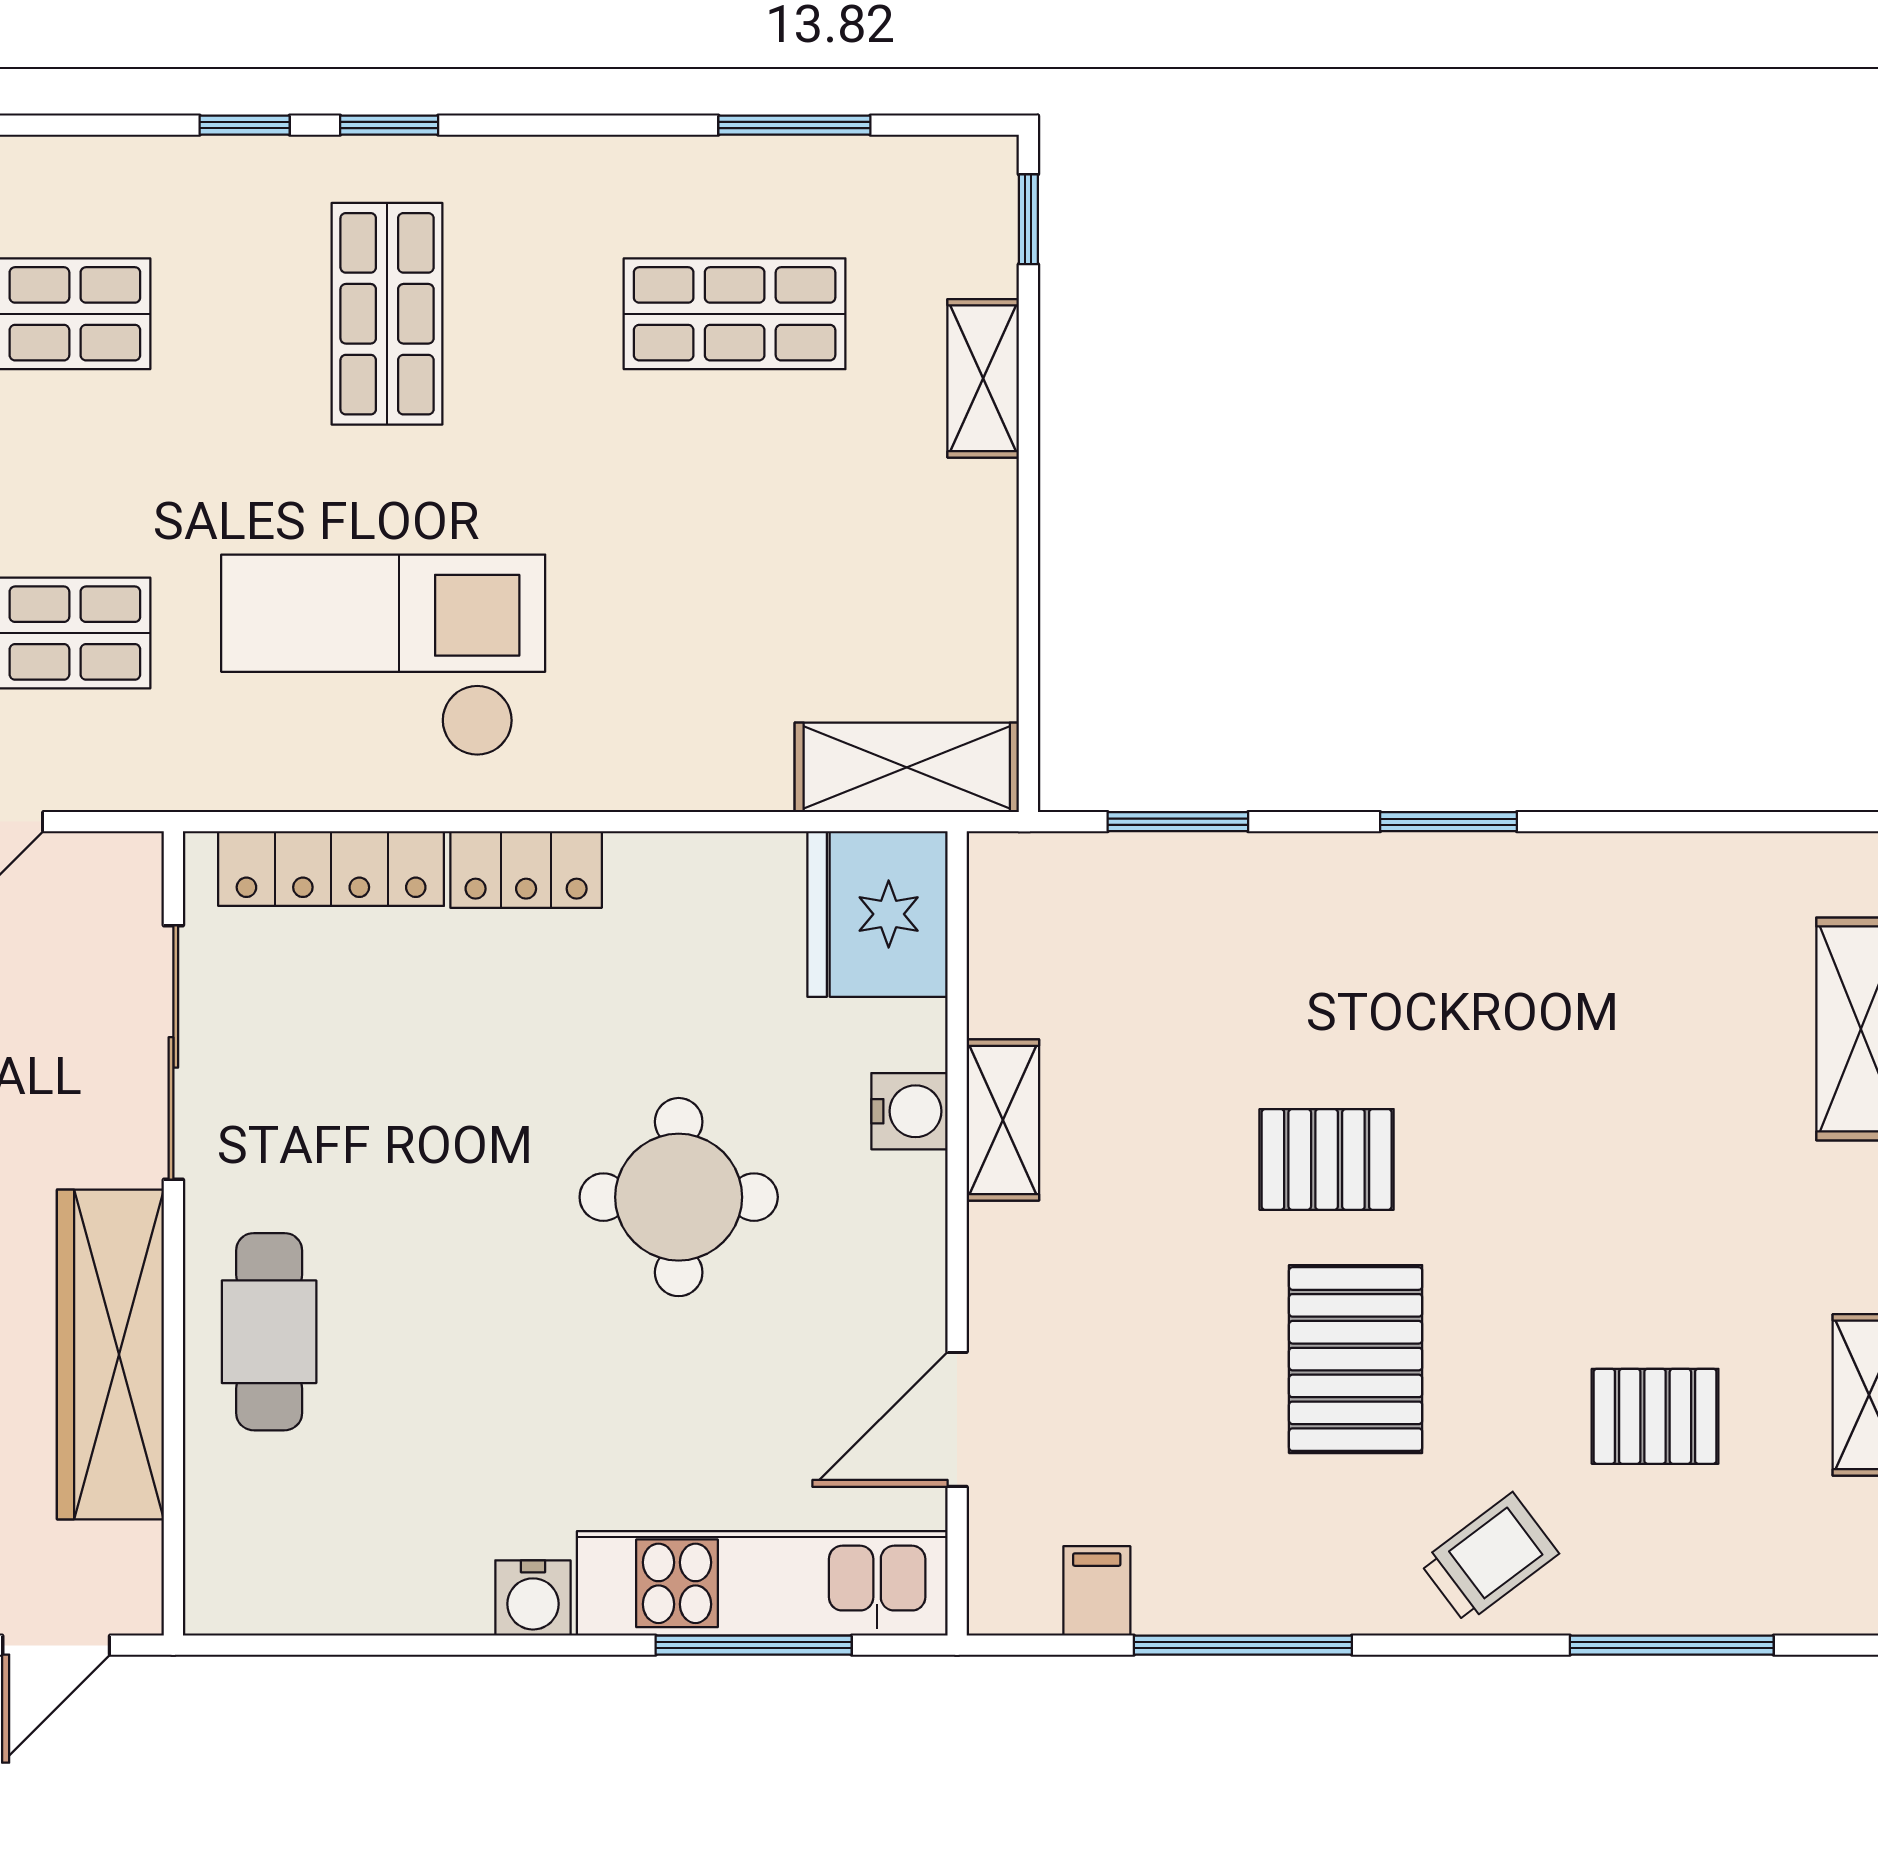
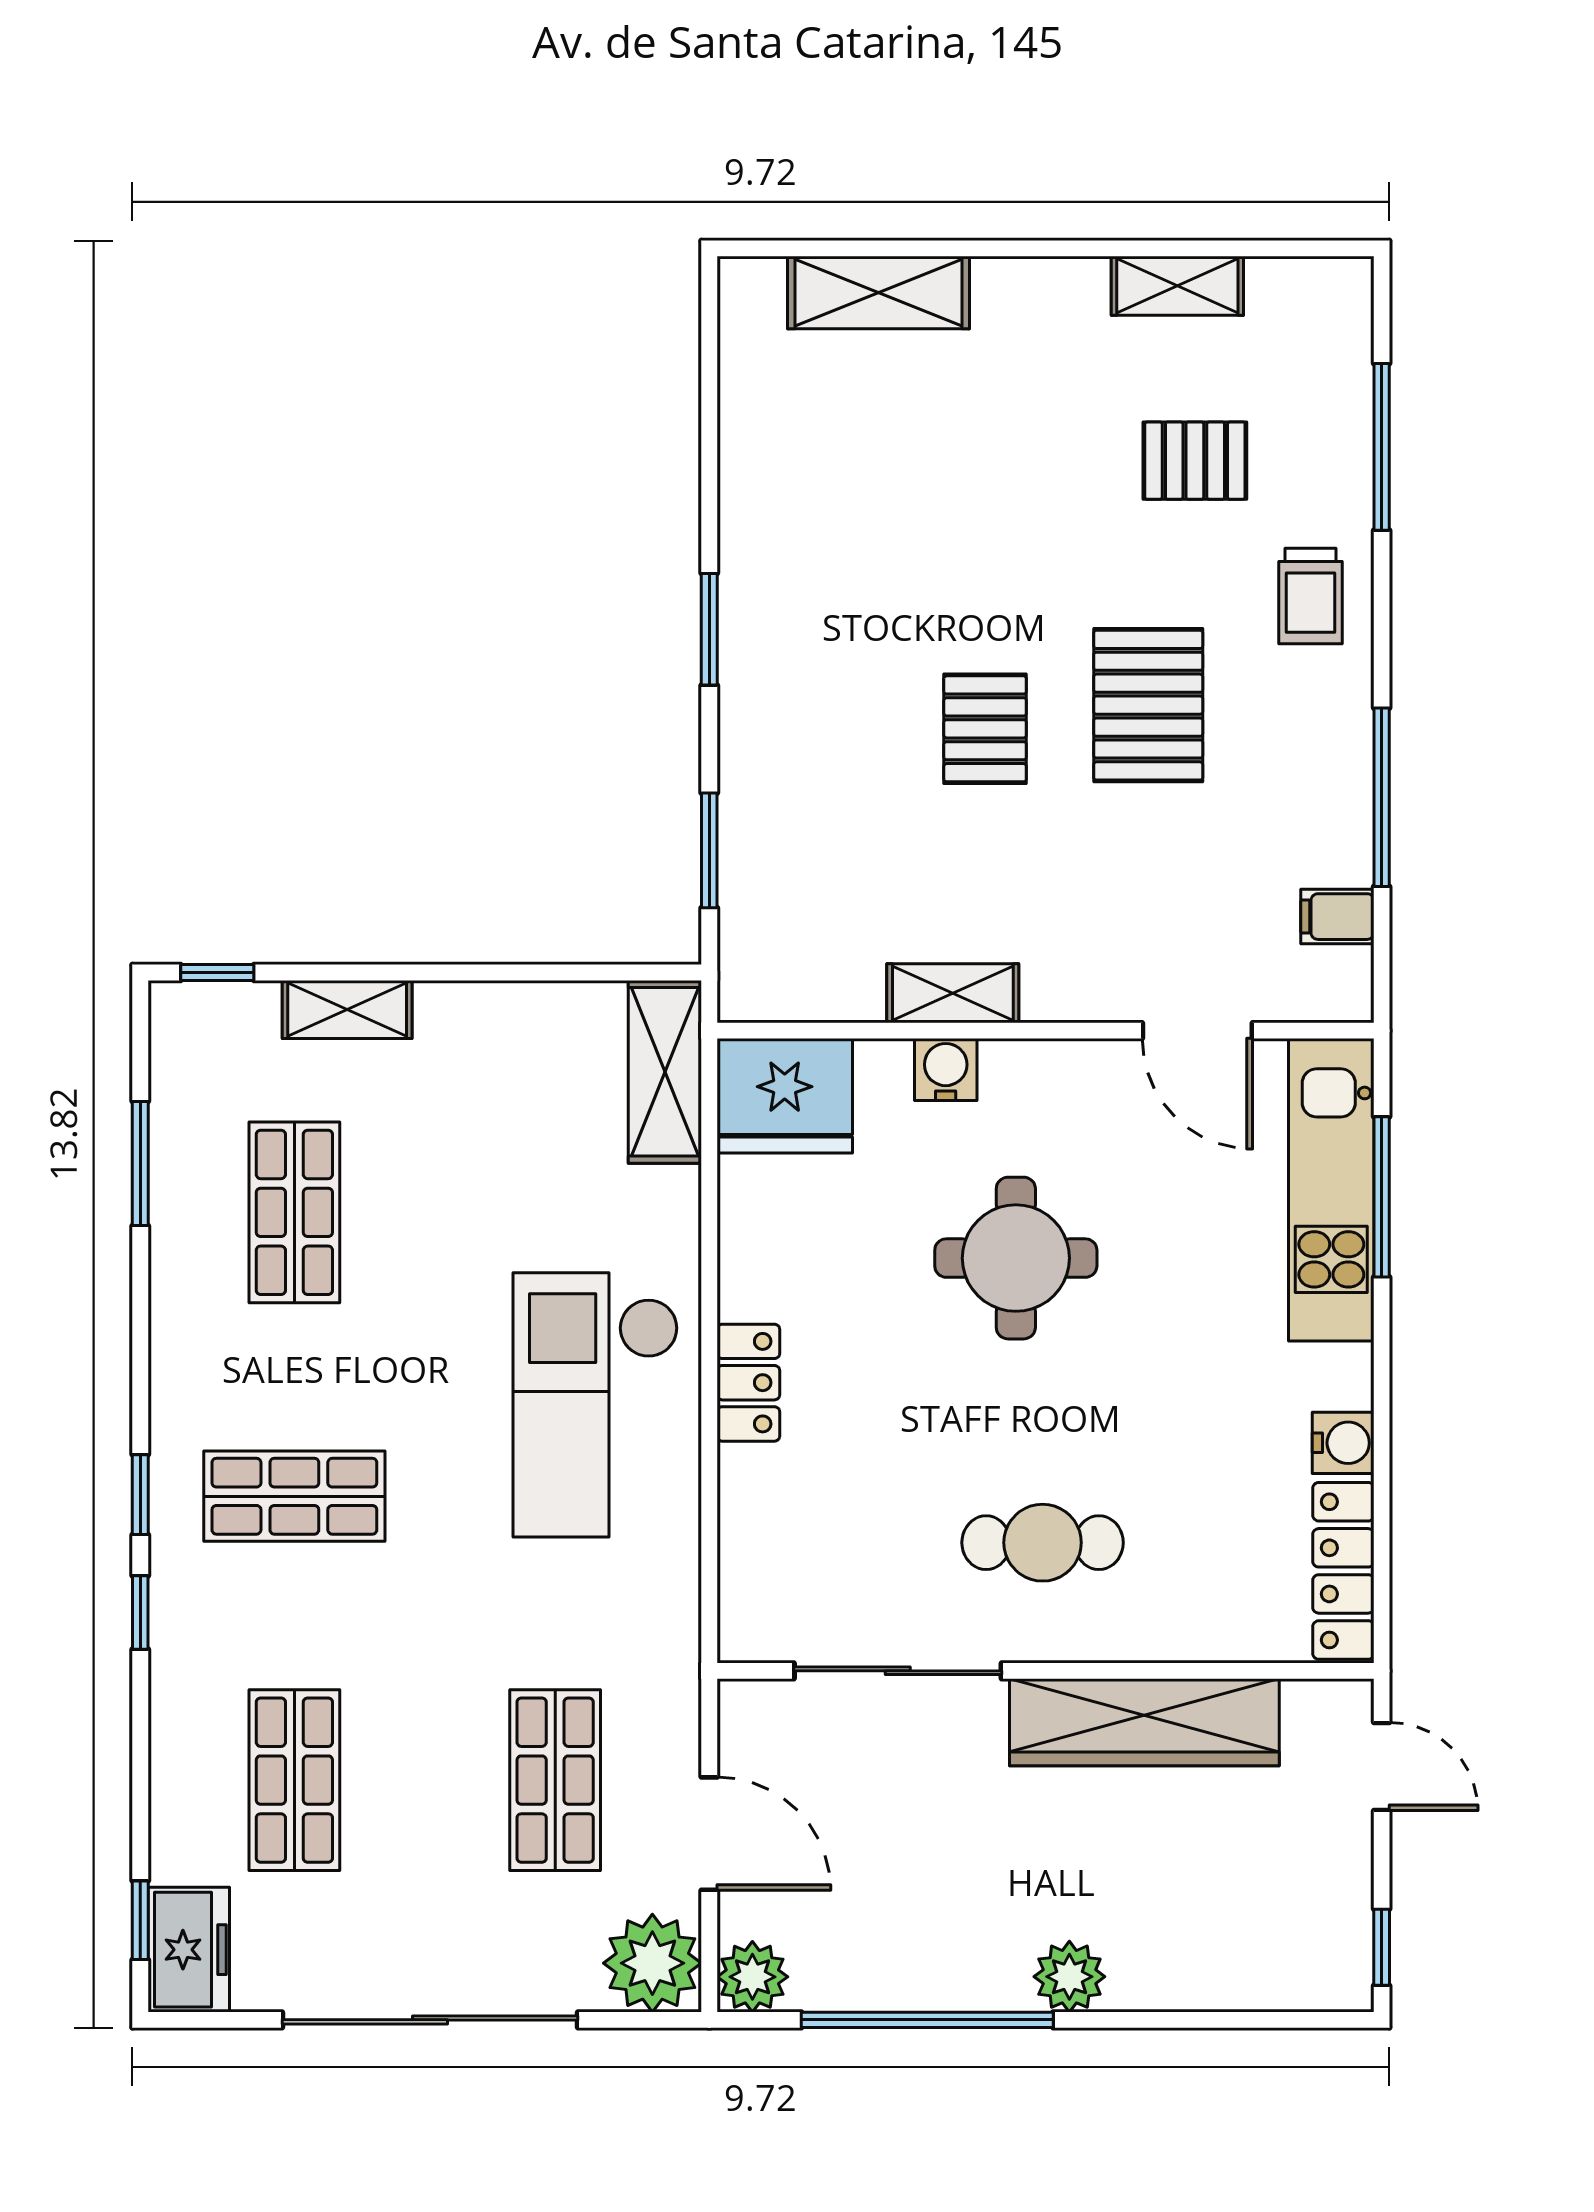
checkout: (383, 656) -> (596, 1405), moved
locker: (331, 869) -> (1343, 1571), moved, turned 180
cafe table: (269, 1332) -> (1043, 1543), moved
pallet: (1356, 1359) -> (1148, 705), turned 90
pallet: (1655, 1416) -> (1195, 461), turned 90
trolley: (1489, 1558) -> (1311, 596), turned -143
water cooler: (533, 1598) -> (1343, 1443), moved

